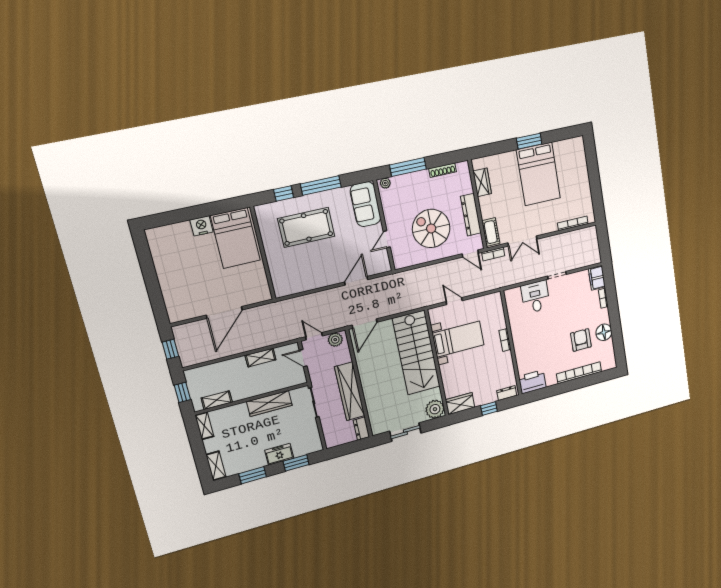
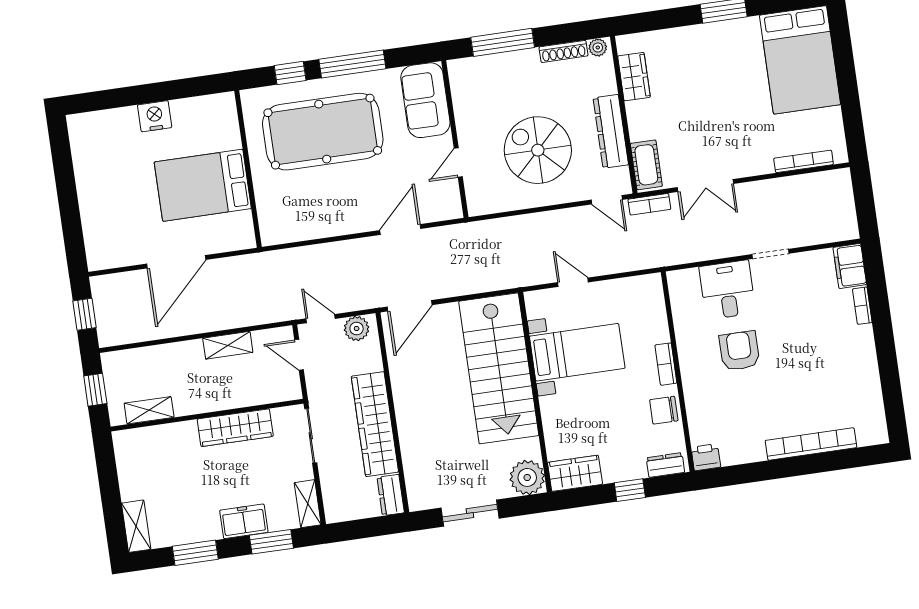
bed: (538, 174) -> (800, 60), moved
plant: (385, 183) -> (598, 47), moved
pool table: (306, 227) -> (323, 132), width x1.36, depth x1.32
bed: (235, 238) -> (203, 185), moved, turned 90
floor lamp: (604, 332) -> (863, 371), removed
armchair: (581, 340) -> (739, 351), moved
chair: (505, 365) -> (664, 410), added
printer: (532, 382) -> (706, 457), width x0.53, depth x0.68
shelving: (204, 426) -> (308, 504), moved

